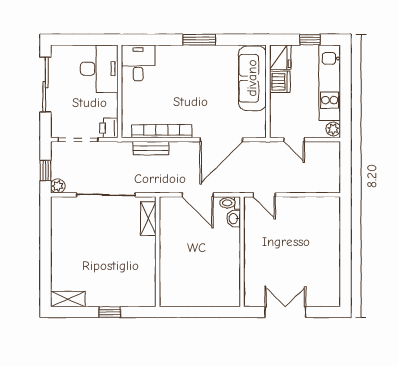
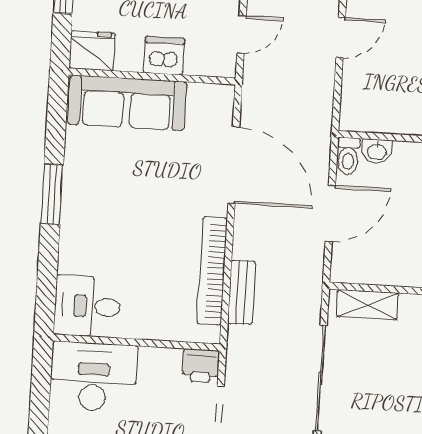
dishwasher: (280, 82) -> (164, 56), moved
door: (264, 195) -> (341, 37), moved

